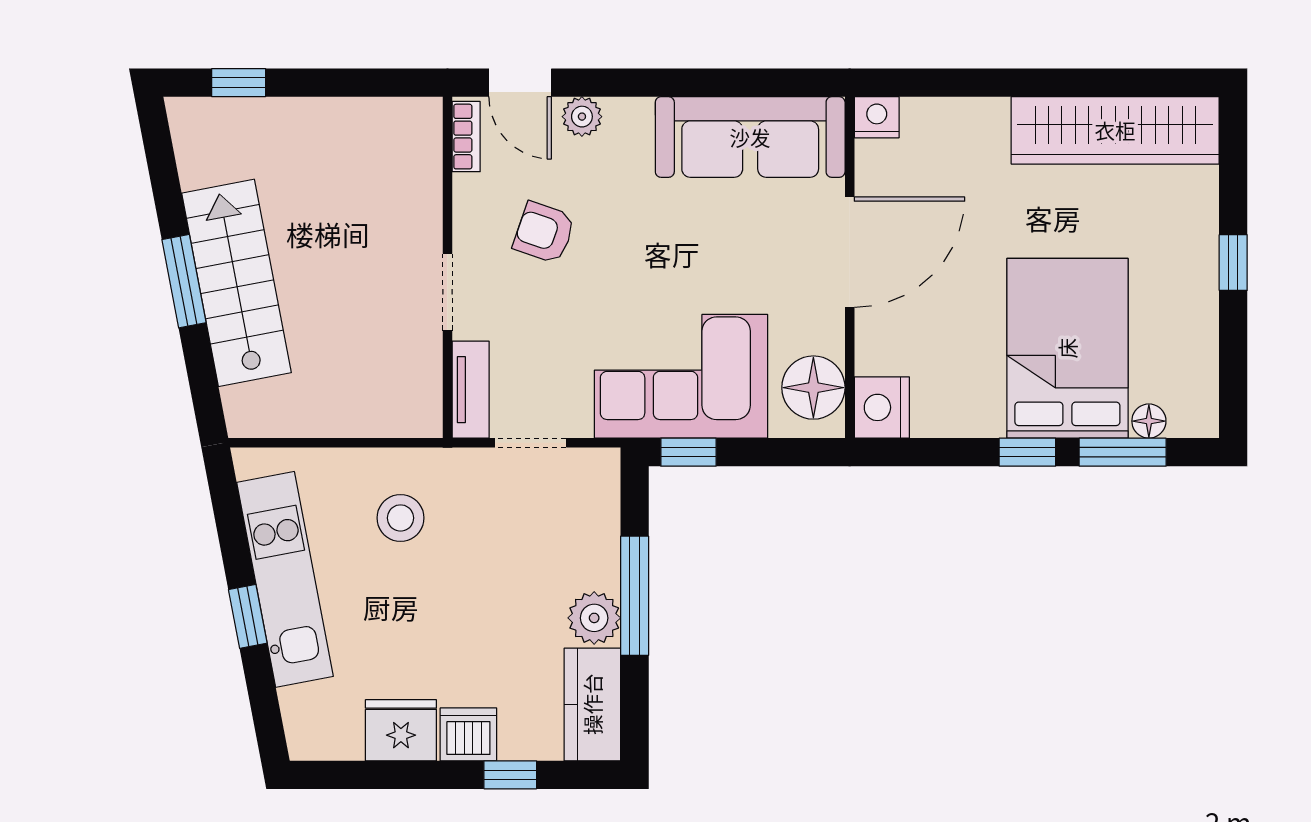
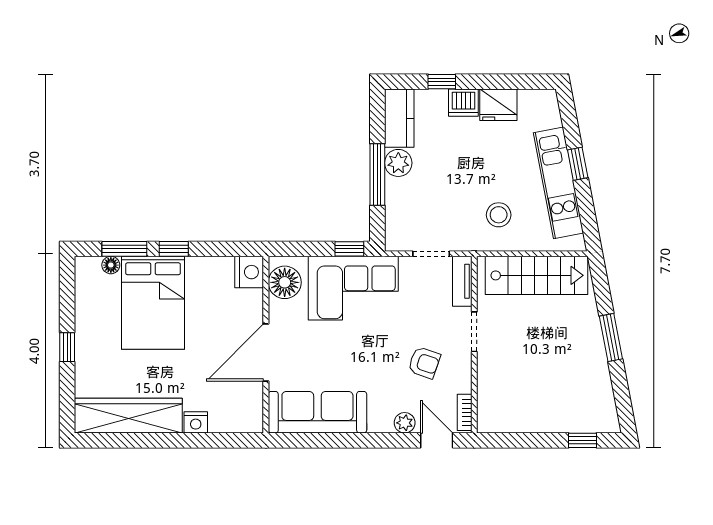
nightstand: (877, 117) -> (196, 422), moved
stairs: (236, 283) -> (536, 275), moved, turned -79

